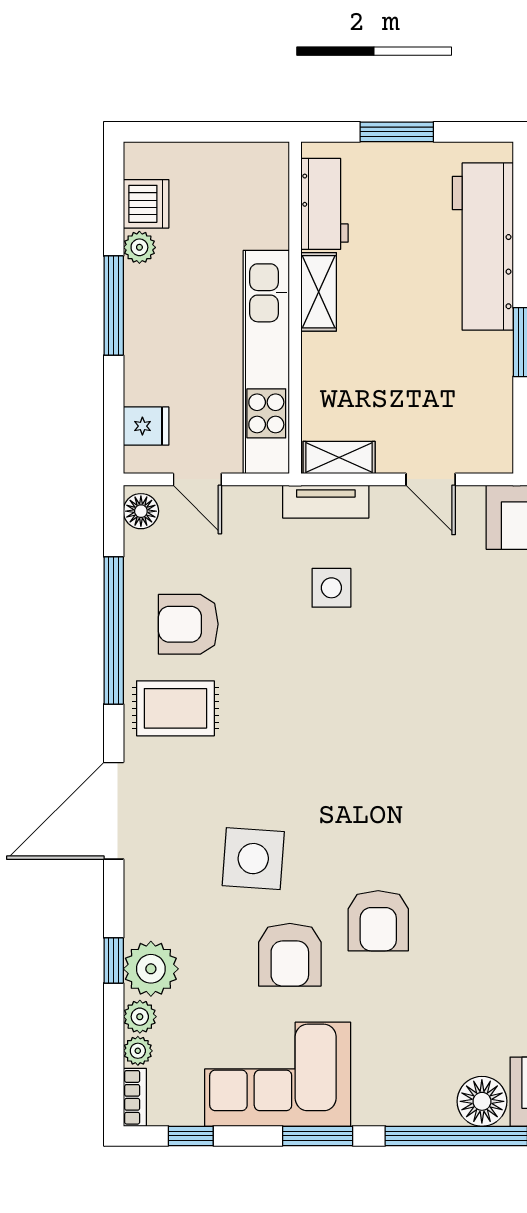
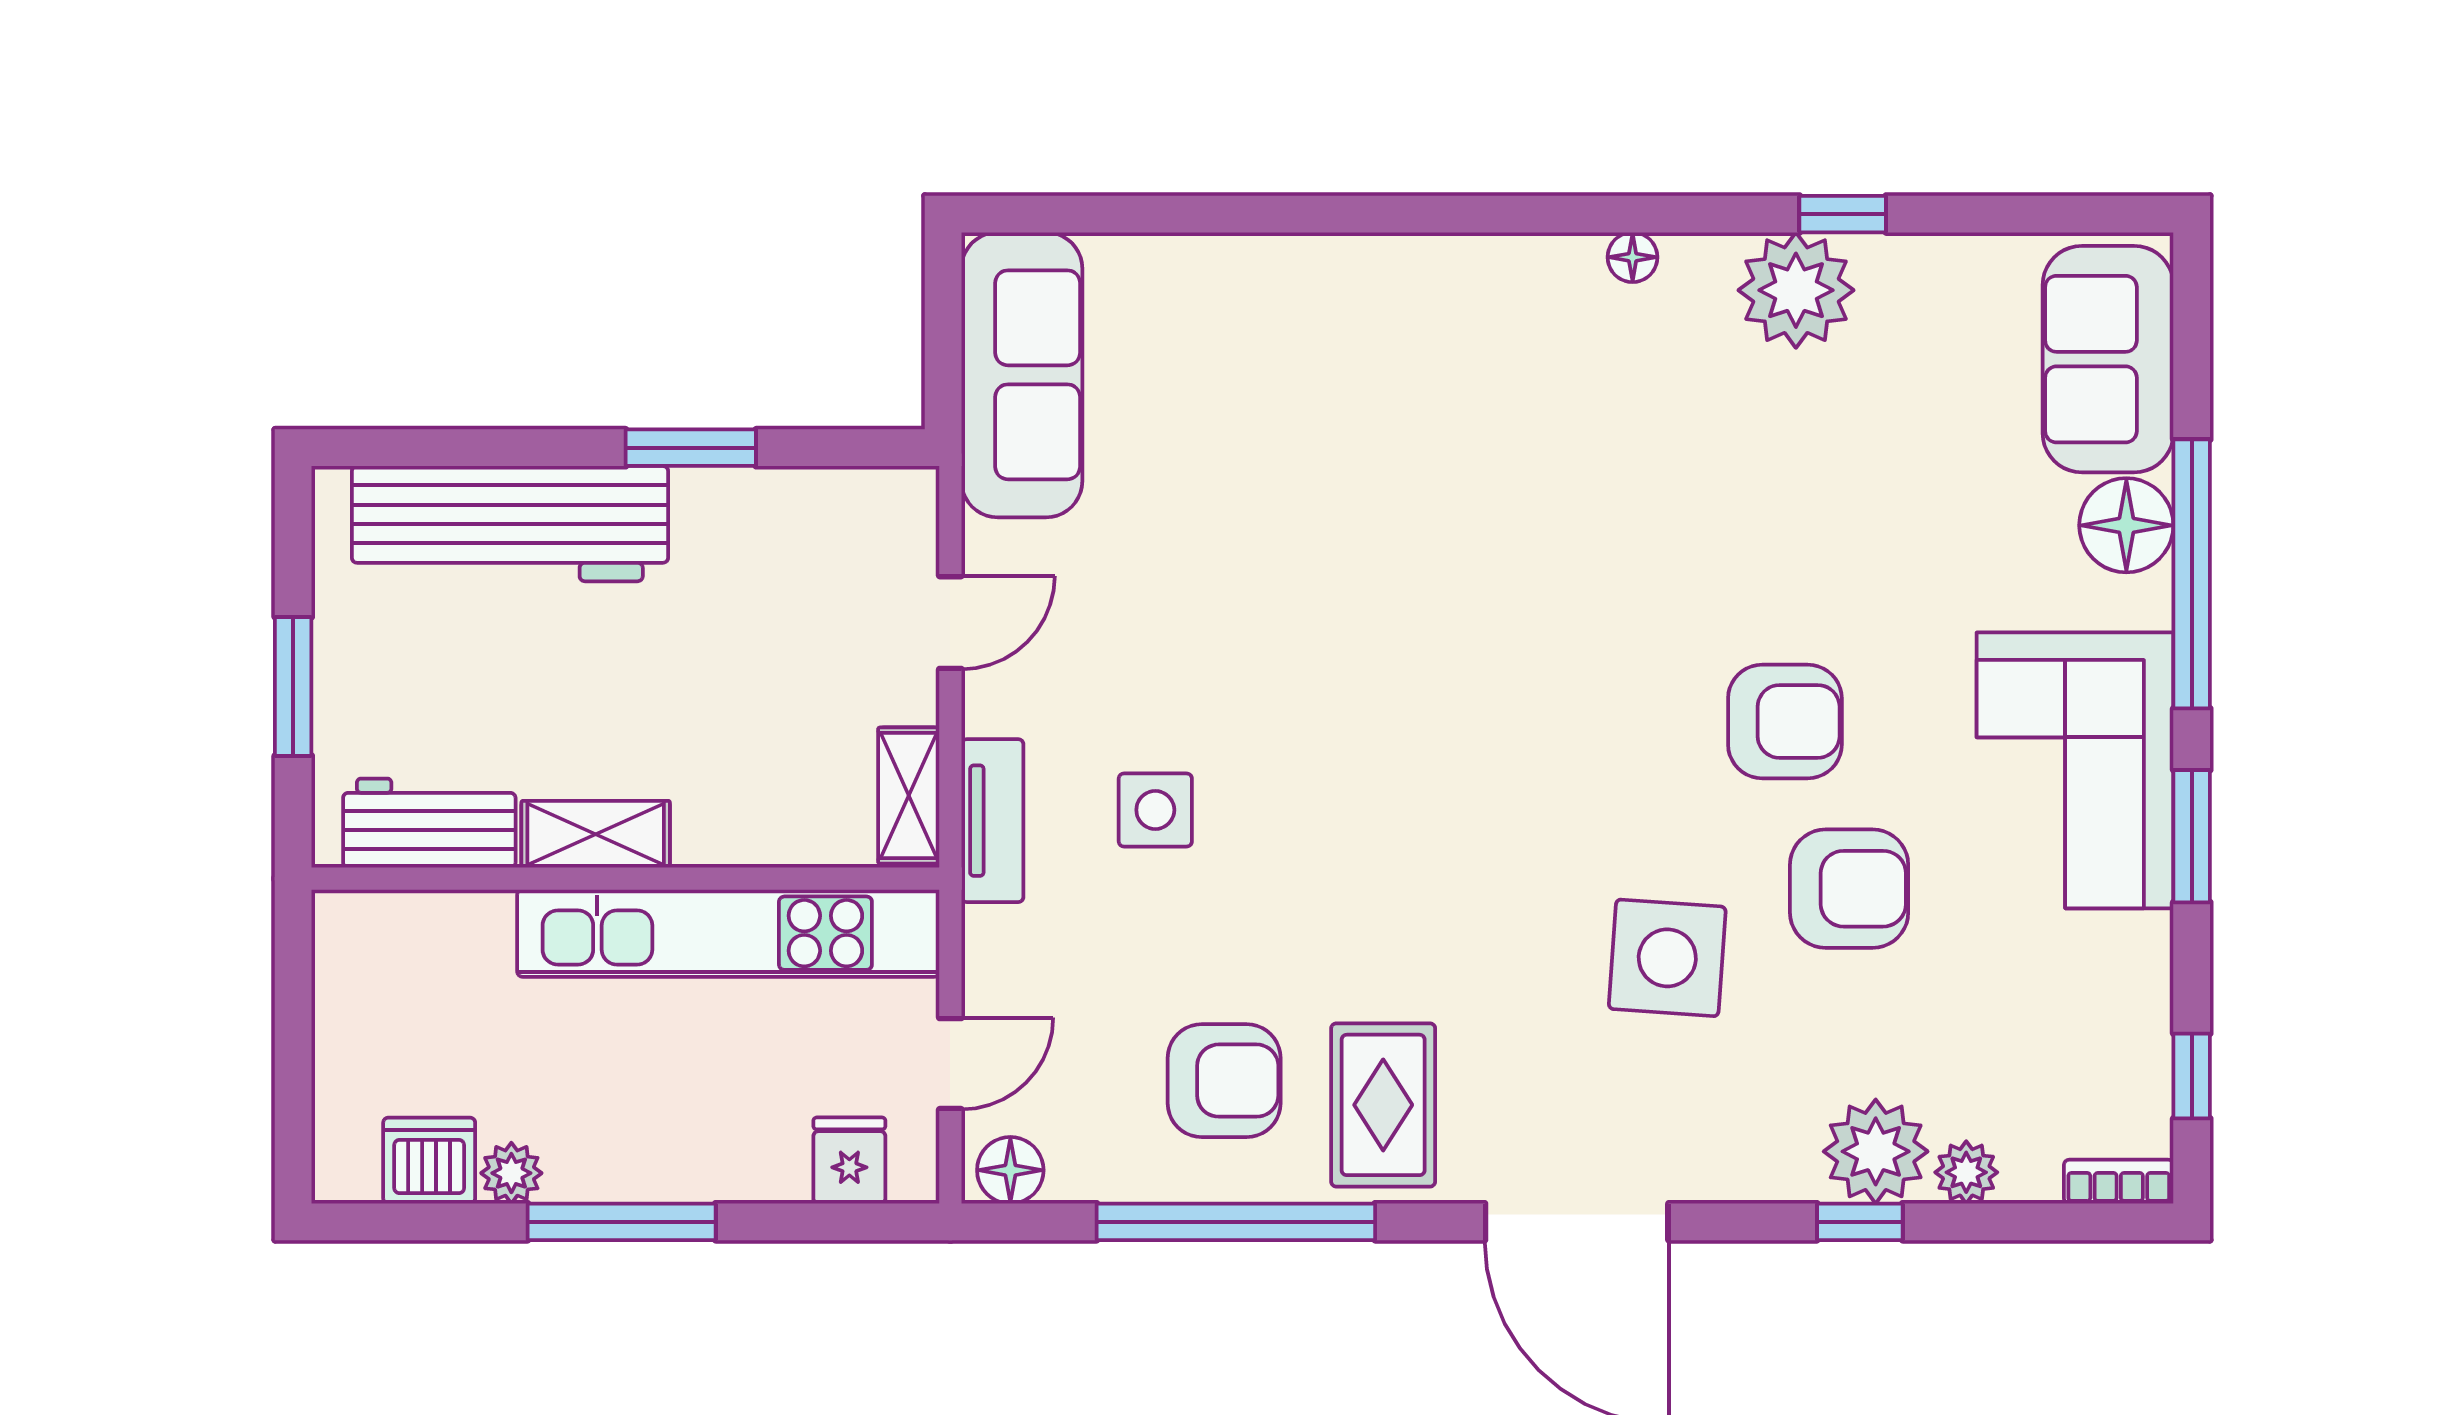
armchair: (188, 624) -> (1224, 1081), turned -90
plant: (138, 1051) -> (2031, 1176), removed
corner sofa: (278, 1074) -> (2075, 770), moved

